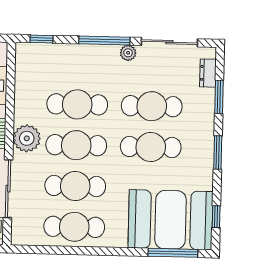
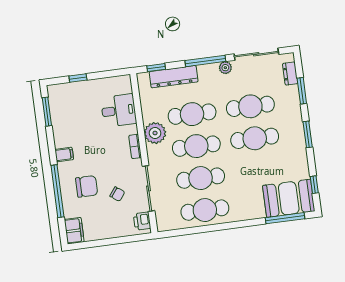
dresser: (62, 54) -> (174, 77), added
plant: (27, 138) -> (155, 133), moved
booth: (171, 220) -> (289, 198), width x0.73, depth x0.70

